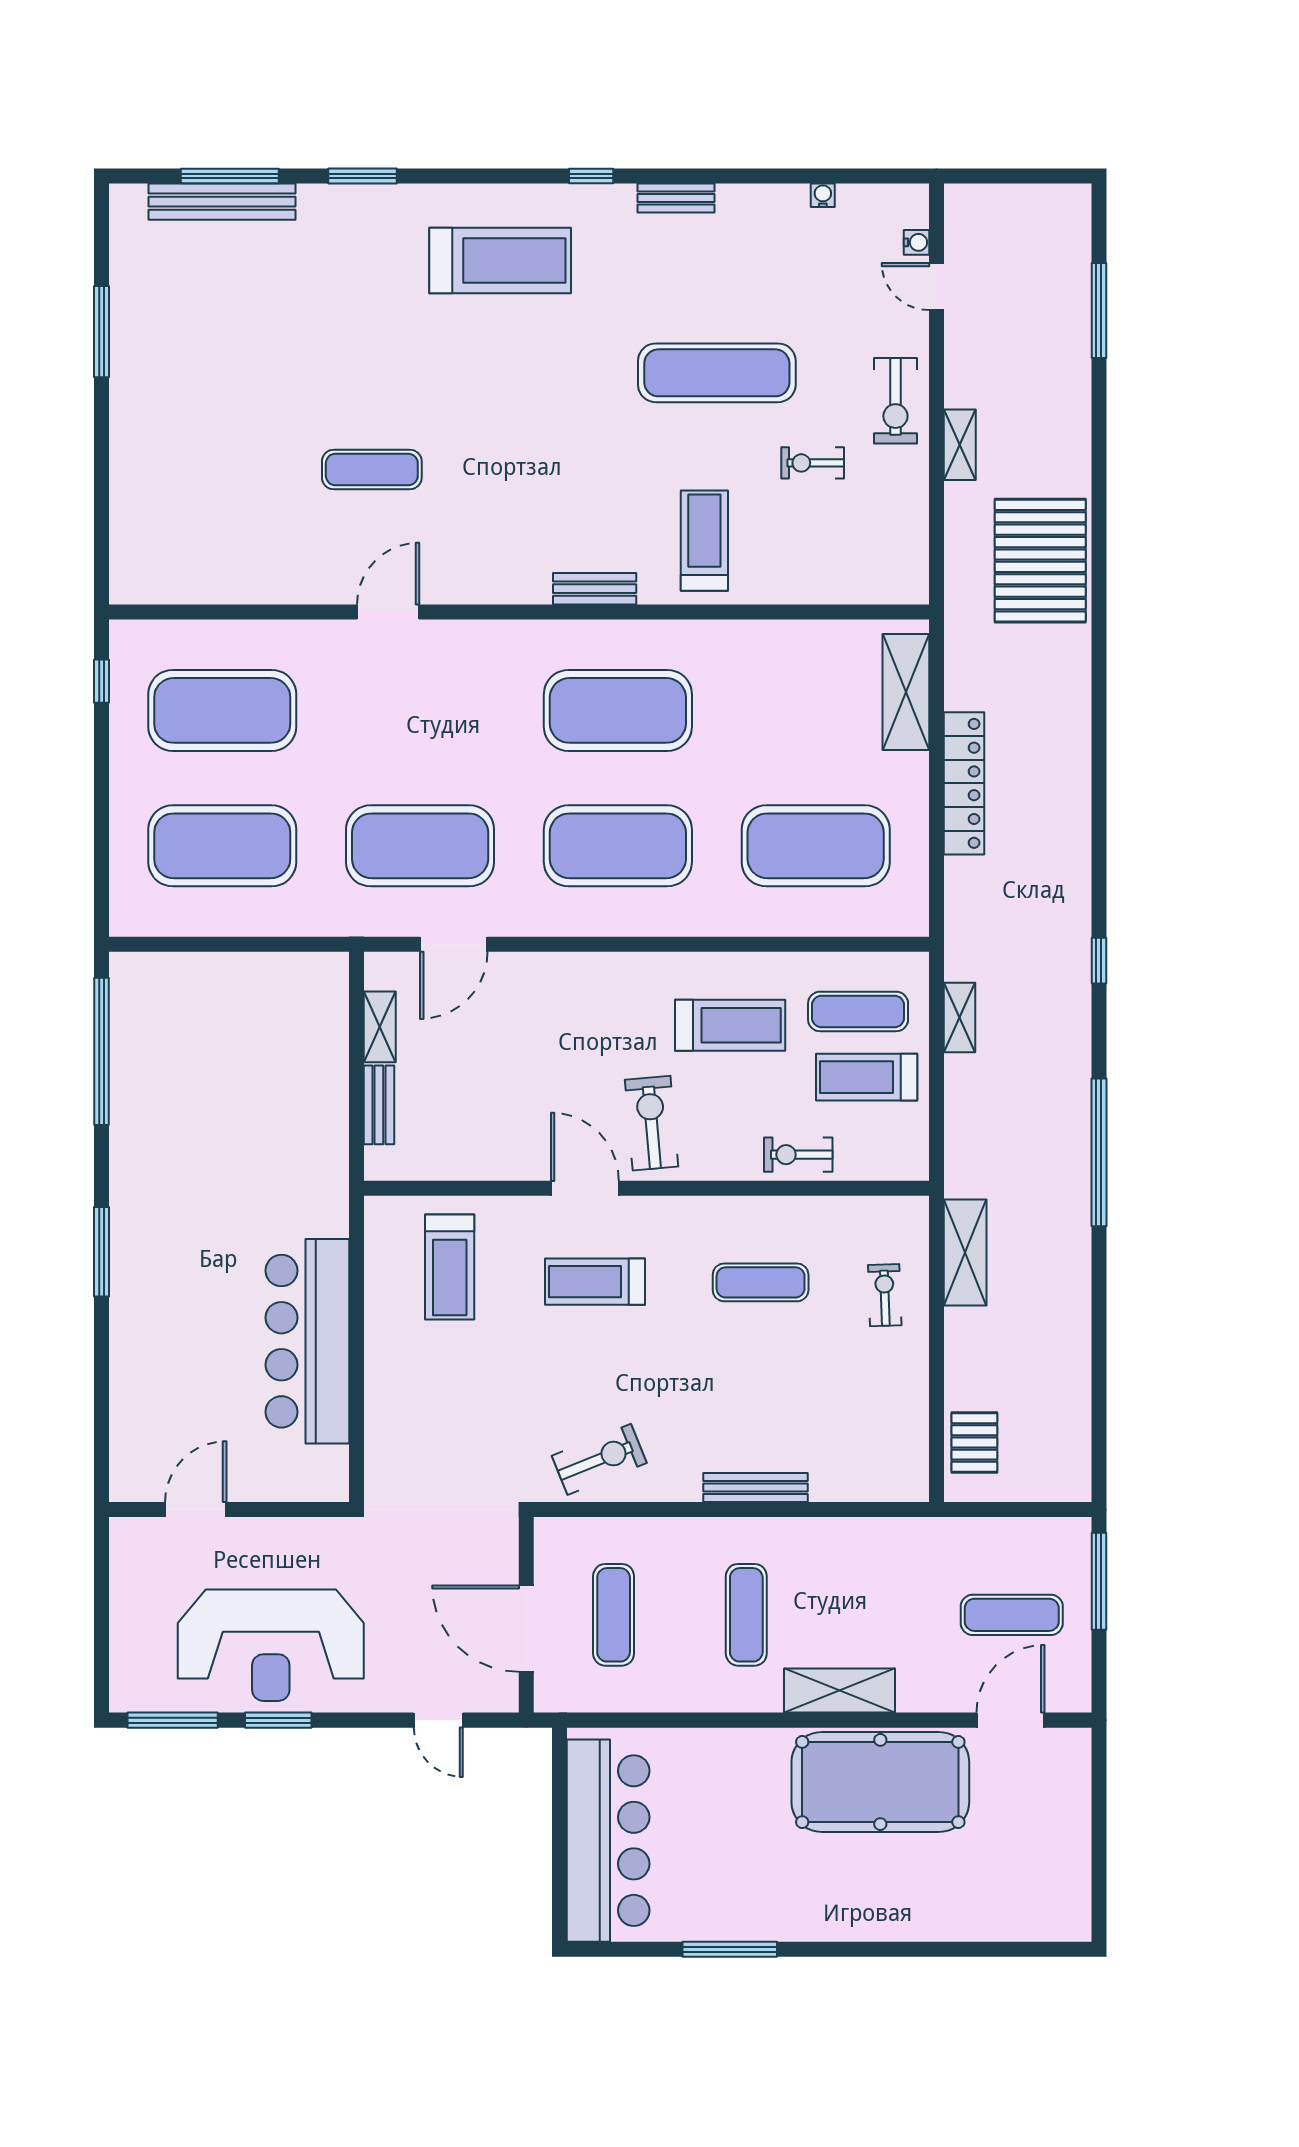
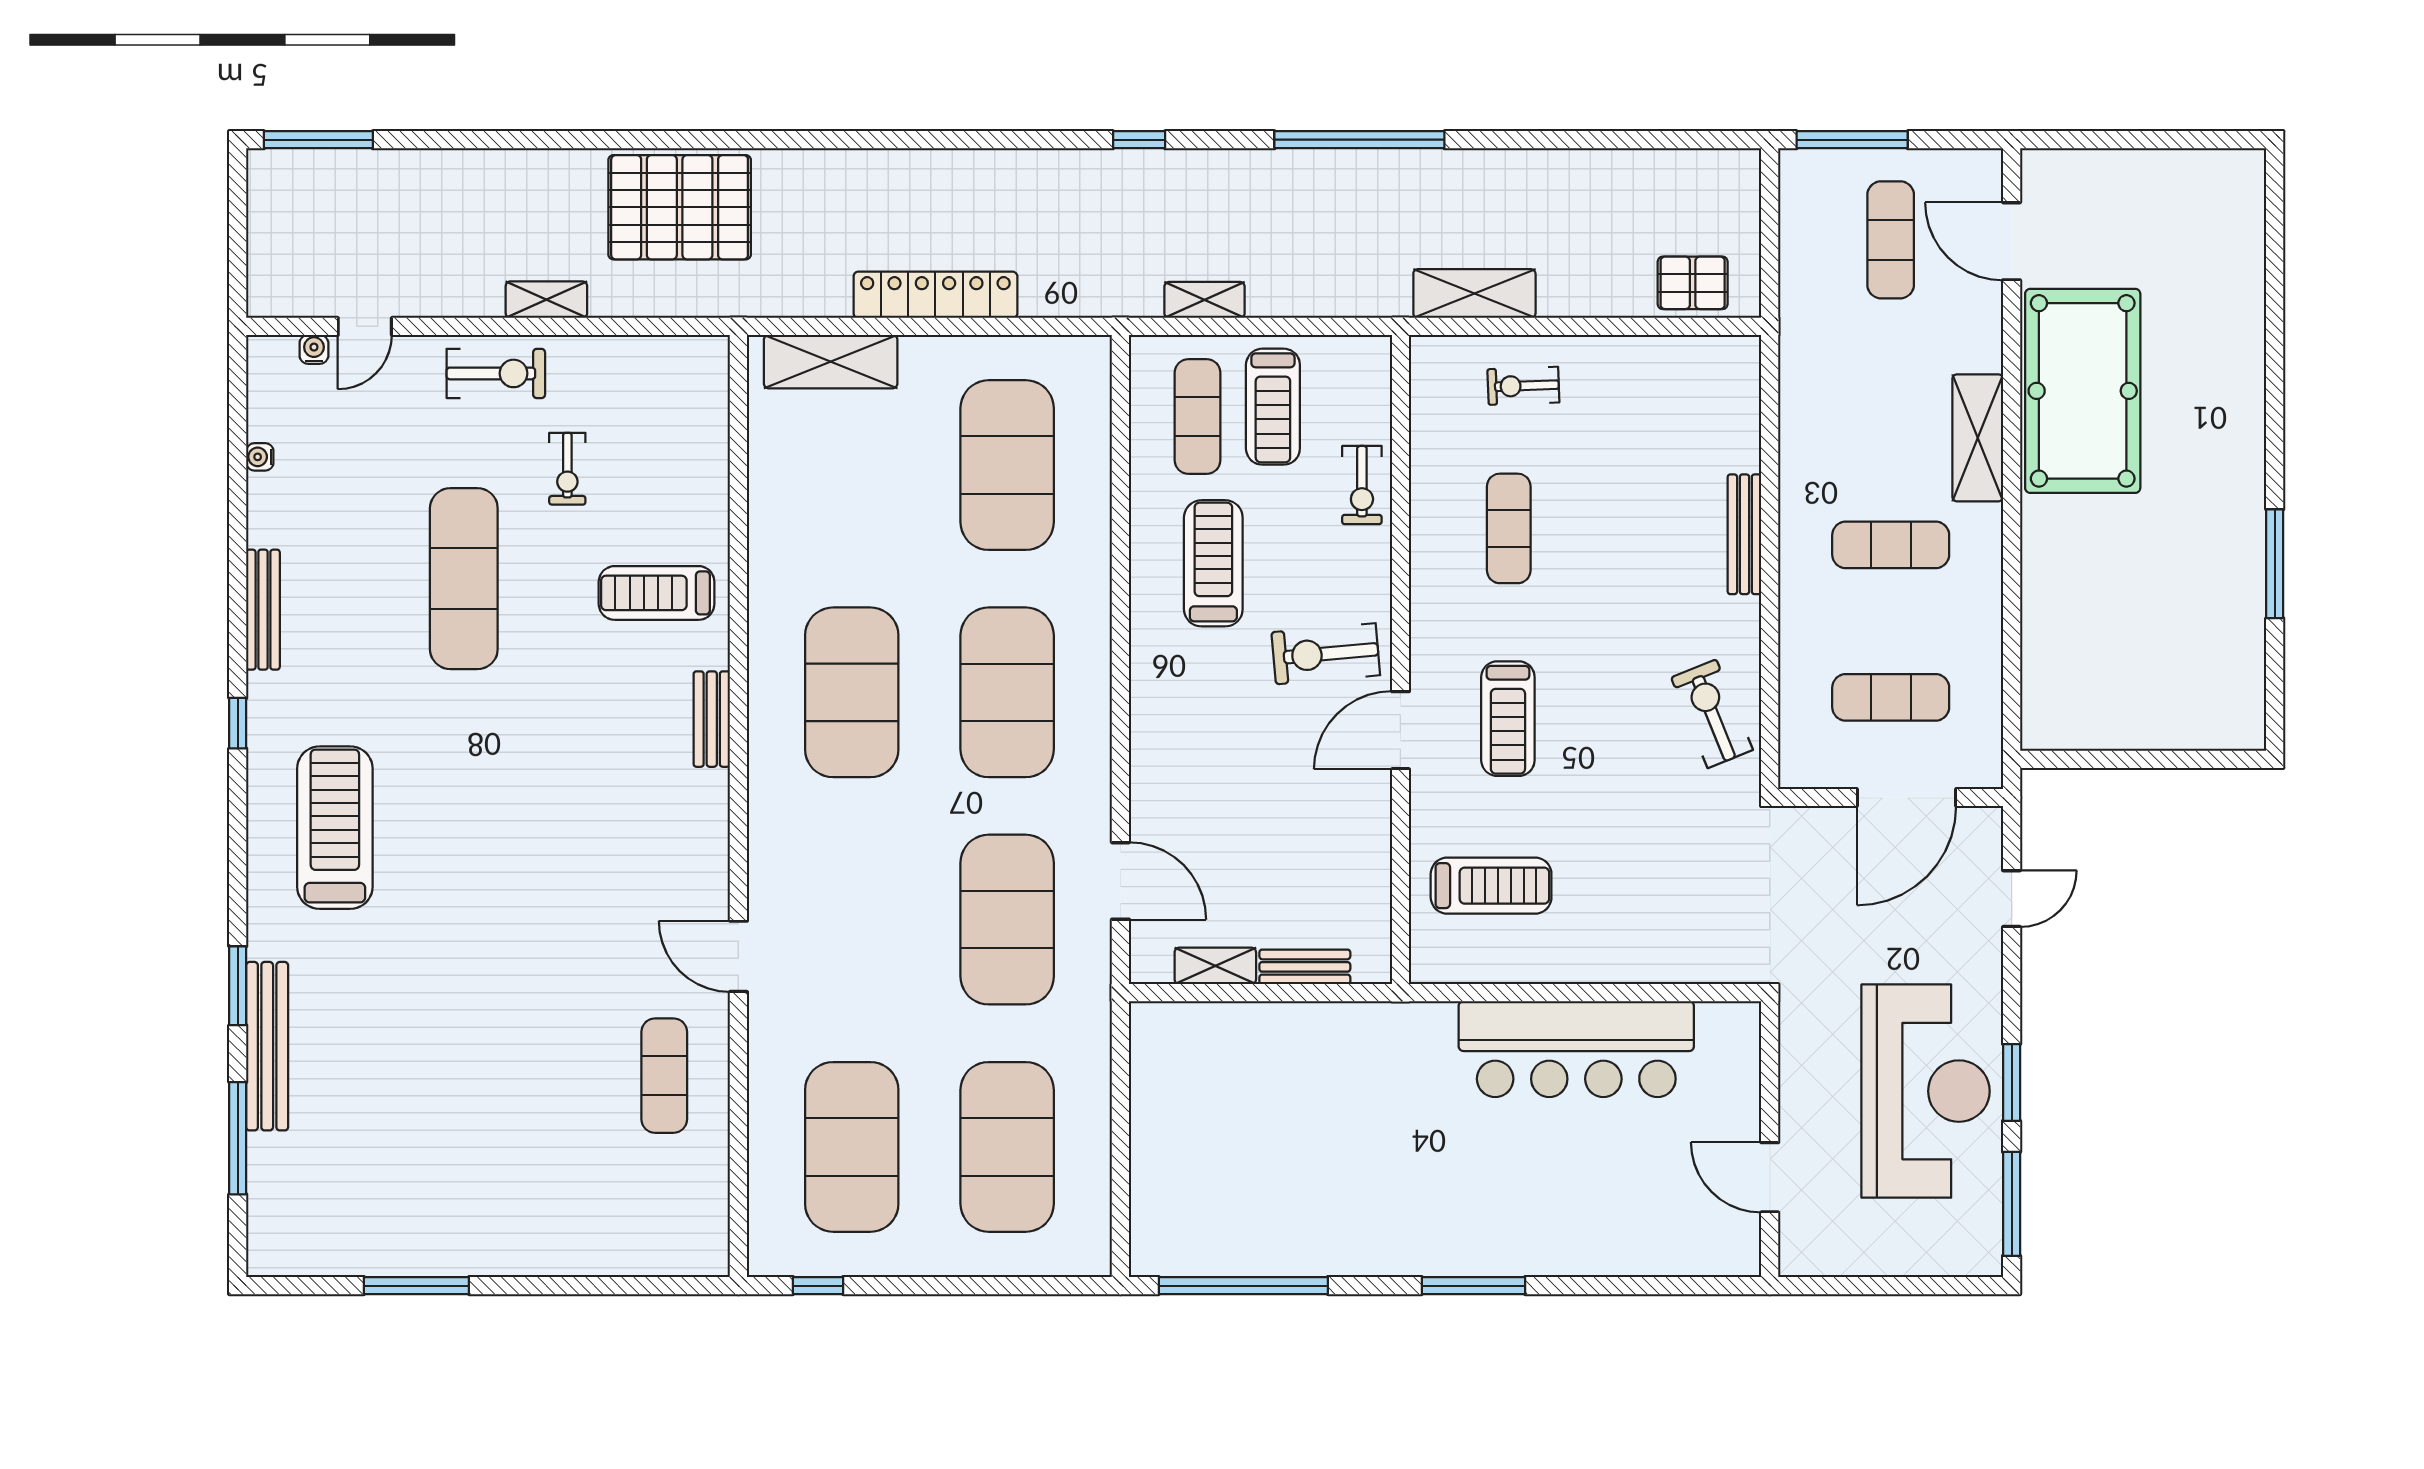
bench: (676, 198) -> (263, 610), width x1.36
bench: (222, 202) -> (267, 1046), moved
window: (1099, 310) -> (318, 140), moved
exercise mat: (372, 470) -> (664, 1076), moved
bar counter: (608, 1841) -> (2150, 703), removed

